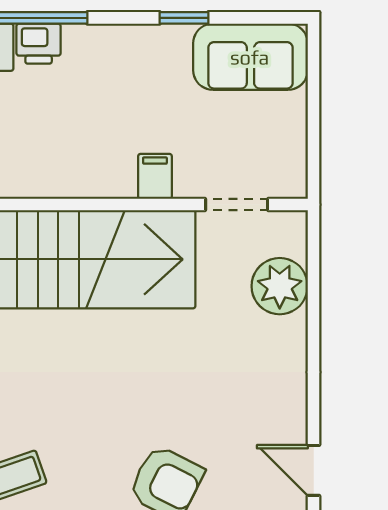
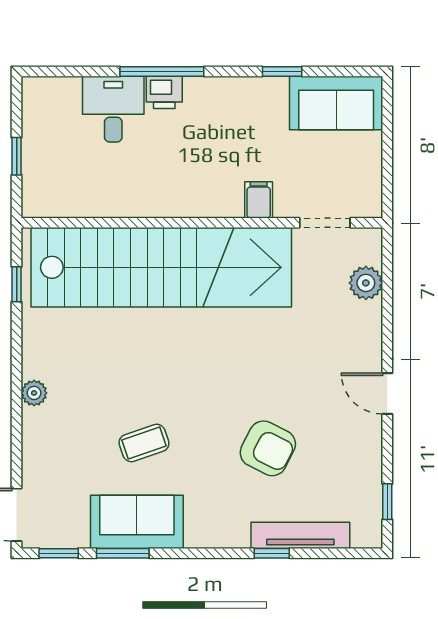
plant: (280, 286) -> (366, 283), width x0.73, depth x0.73
door: (314, 470) -> (387, 393), moved

